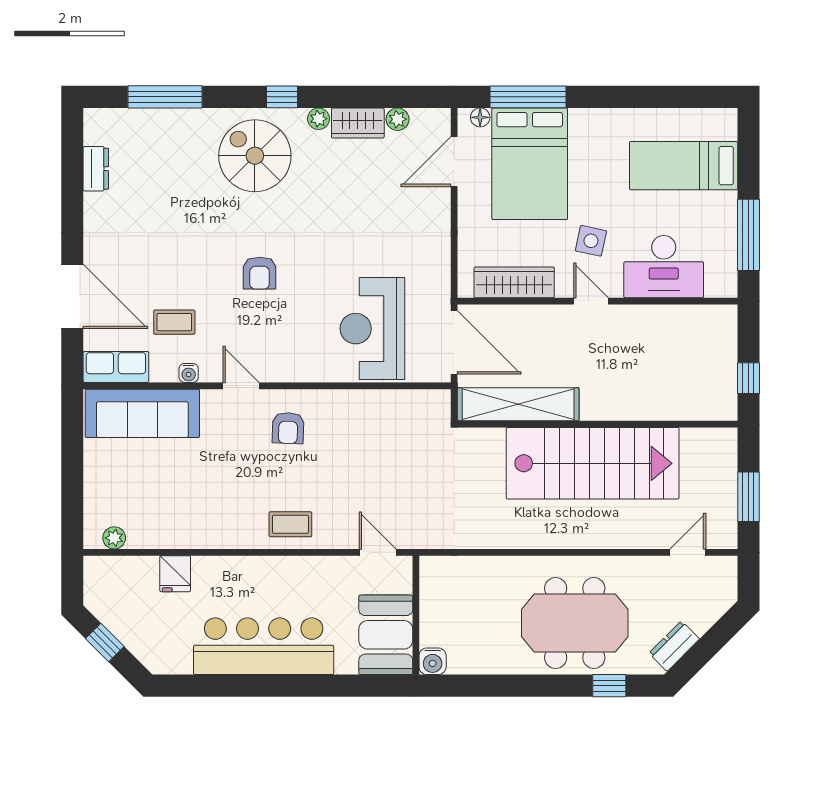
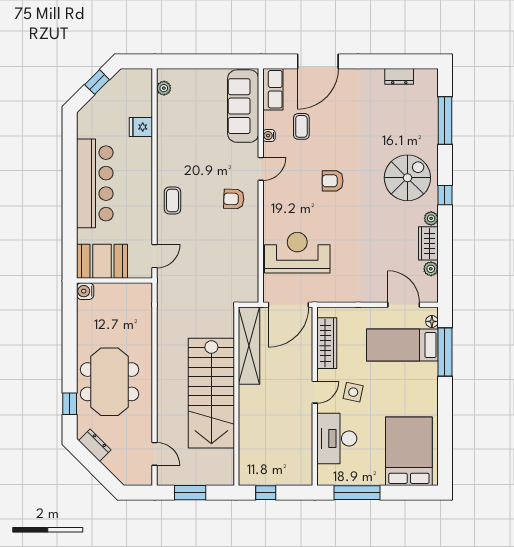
bed: (530, 164) -> (402, 345), width x0.67
bed: (684, 166) -> (409, 451), width x1.50

